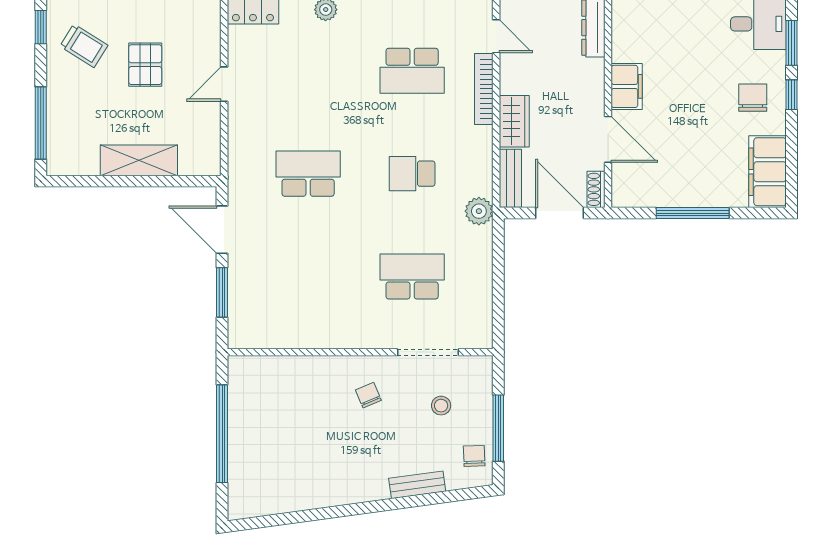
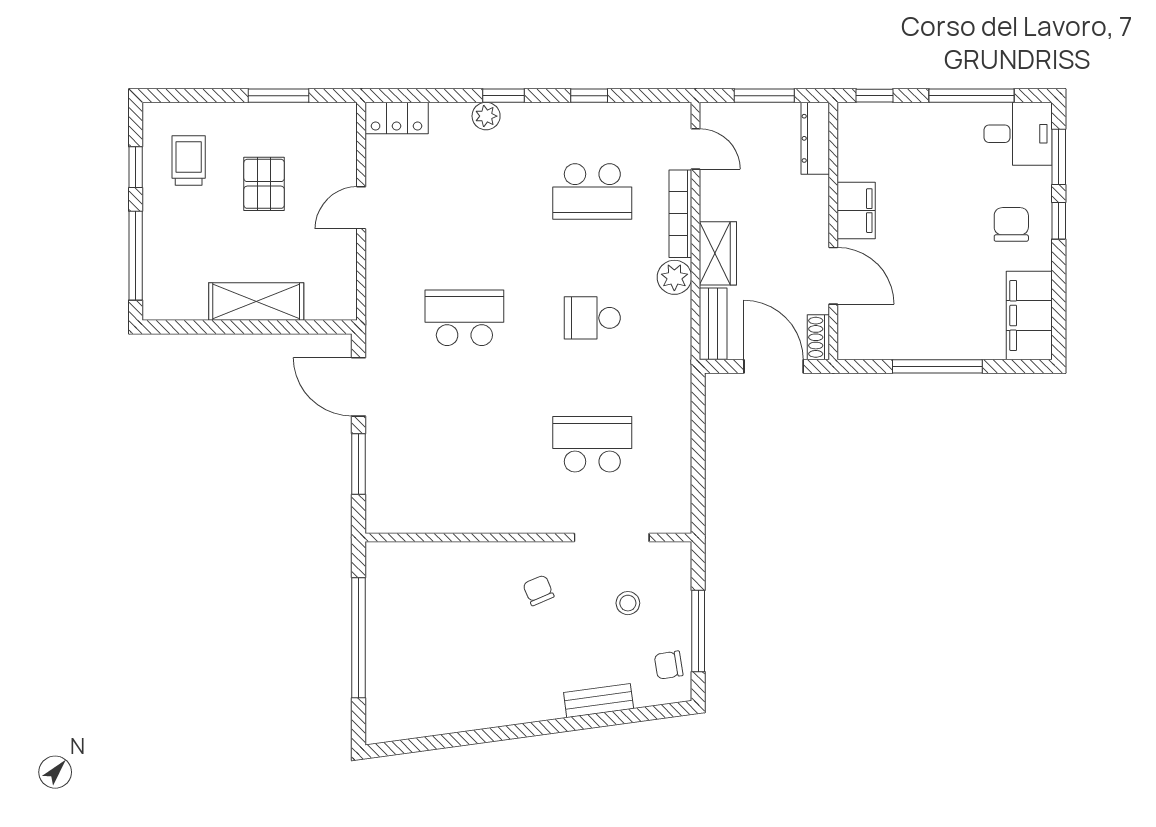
window: (41, 27) -> (136, 167), moved
trolley: (84, 46) -> (189, 161), turned -122
plant: (479, 211) -> (674, 277), moved
chair: (474, 456) -> (669, 665), turned -97

